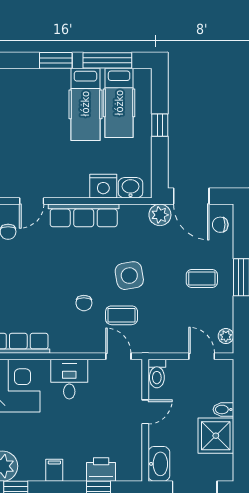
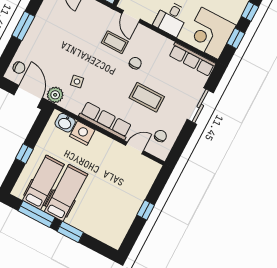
side table: (129, 276) -> (77, 82), moved, width x0.54, depth x0.54
coffee table: (202, 278) -> (147, 97), moved, width x1.36, depth x1.30

